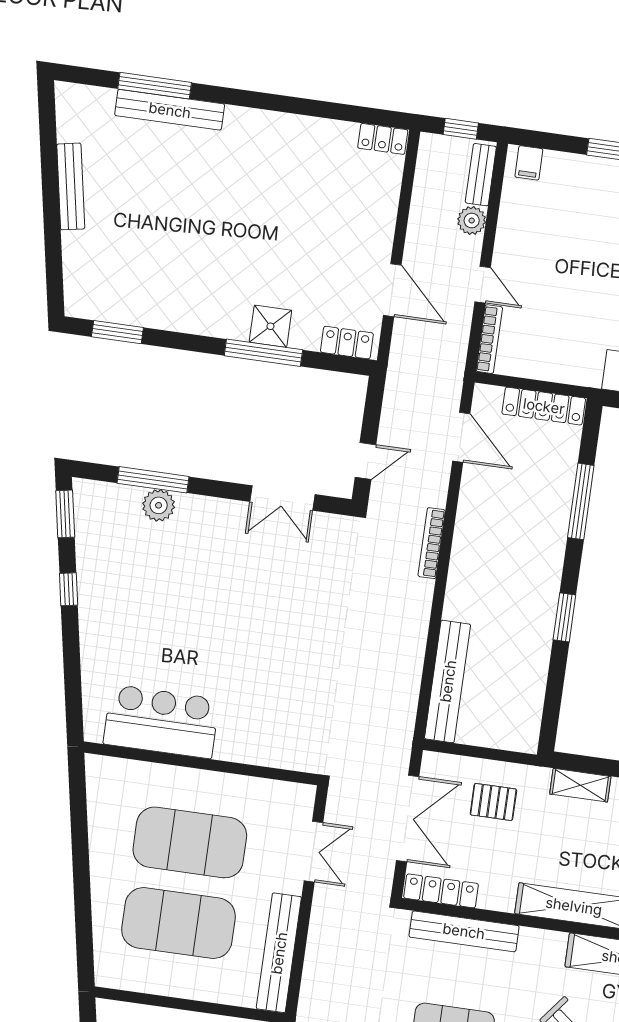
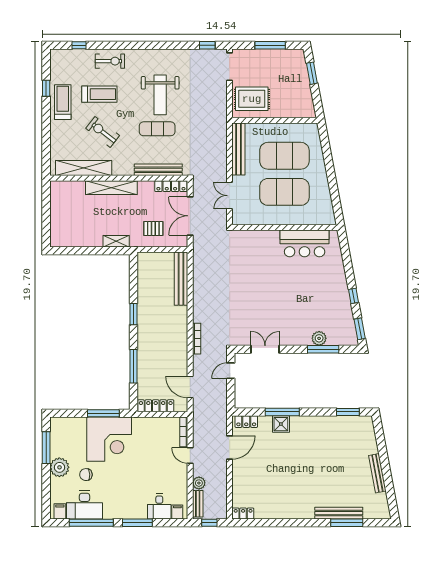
desk: (567, 181) -> (159, 506), added
door: (392, 290) -> (230, 447), swing flipped

